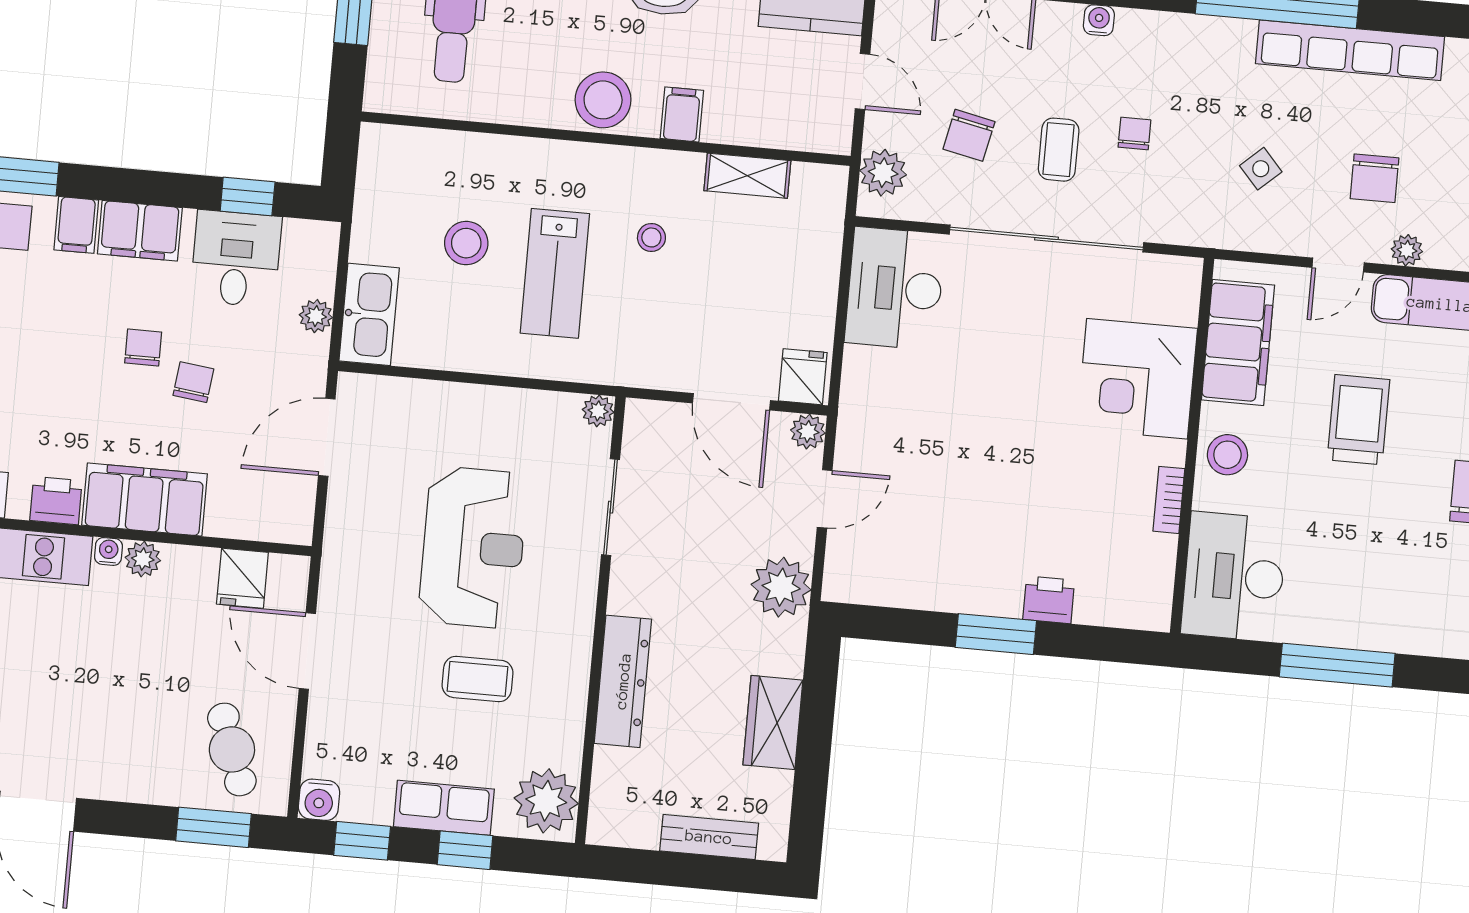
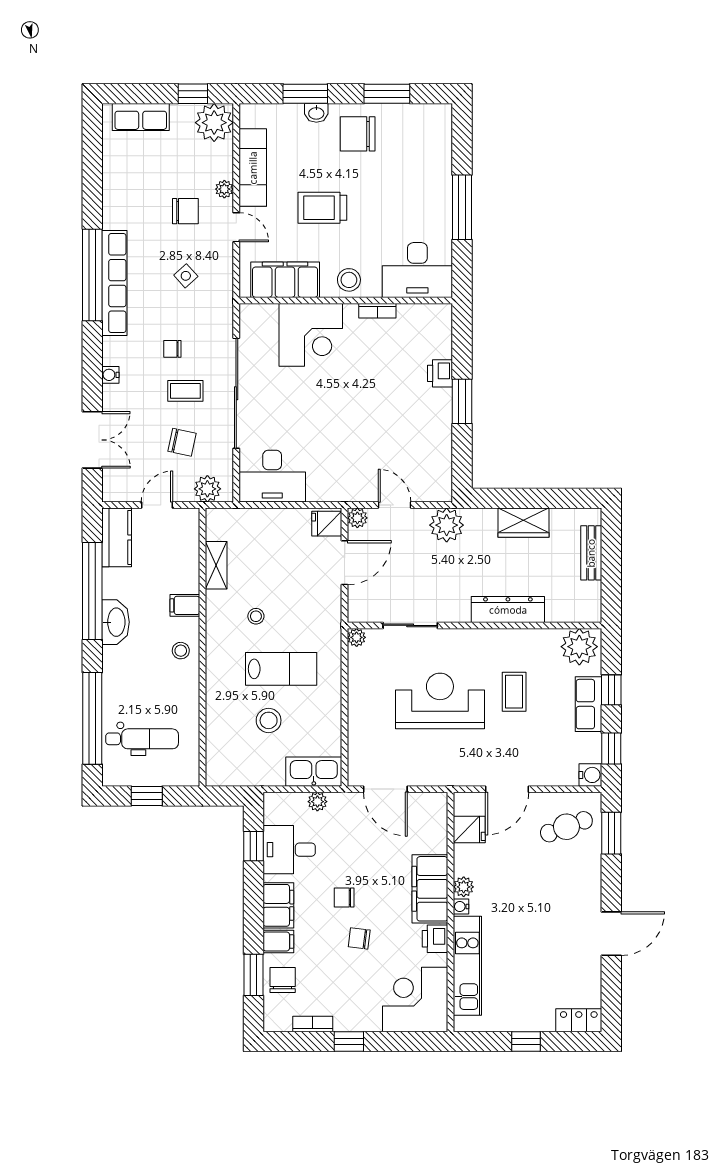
row of seats: (1350, 50) -> (114, 283), moved
stool: (603, 100) -> (181, 651), width x0.53, depth x0.53
chair: (193, 382) -> (359, 938), moved

